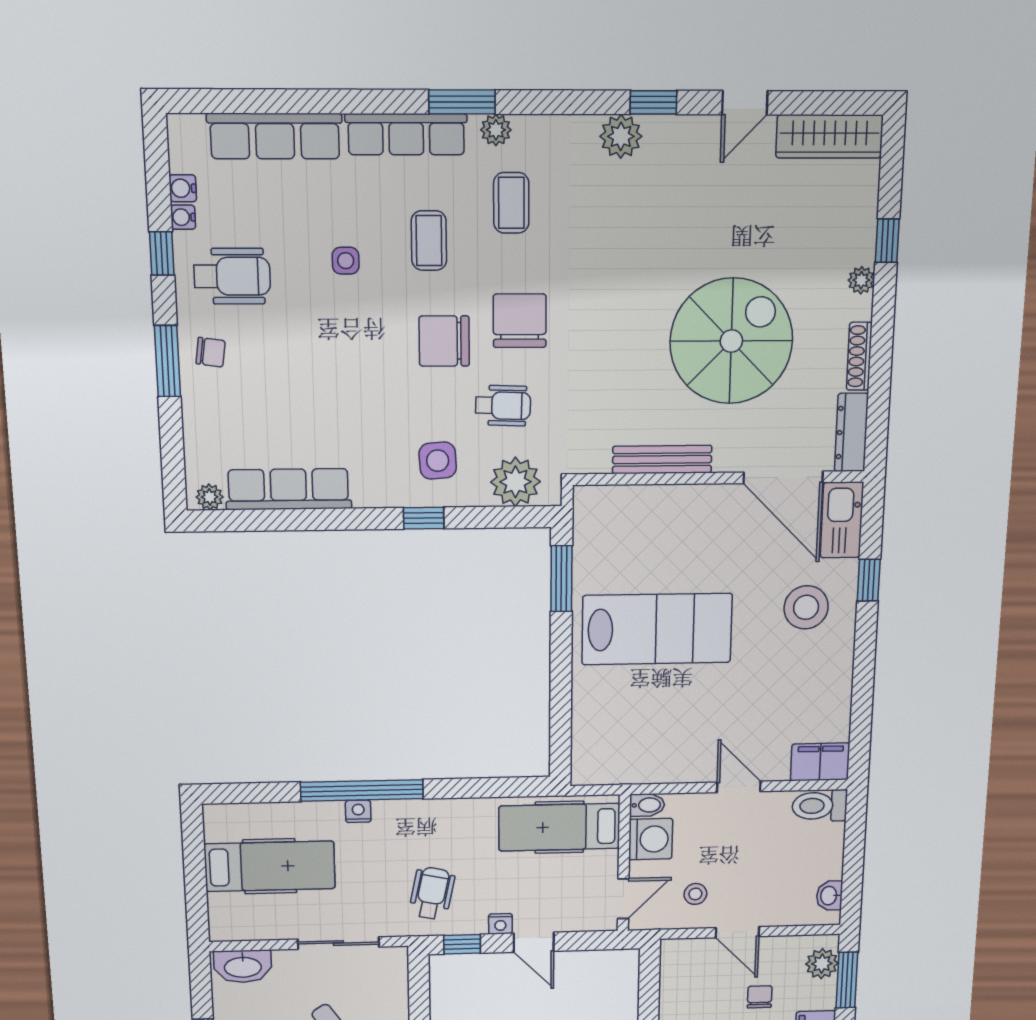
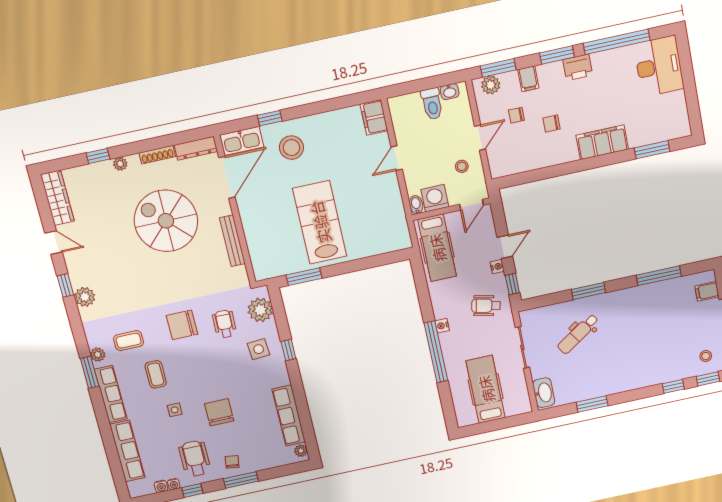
coffee table: (429, 241) -> (156, 374), turned 90
chair: (444, 341) -> (219, 412), moved, turned 180
toilet: (820, 806) -> (432, 104), moved
nightstand: (358, 811) -> (442, 326), moved
door: (623, 899) -> (471, 205), swing flipped

